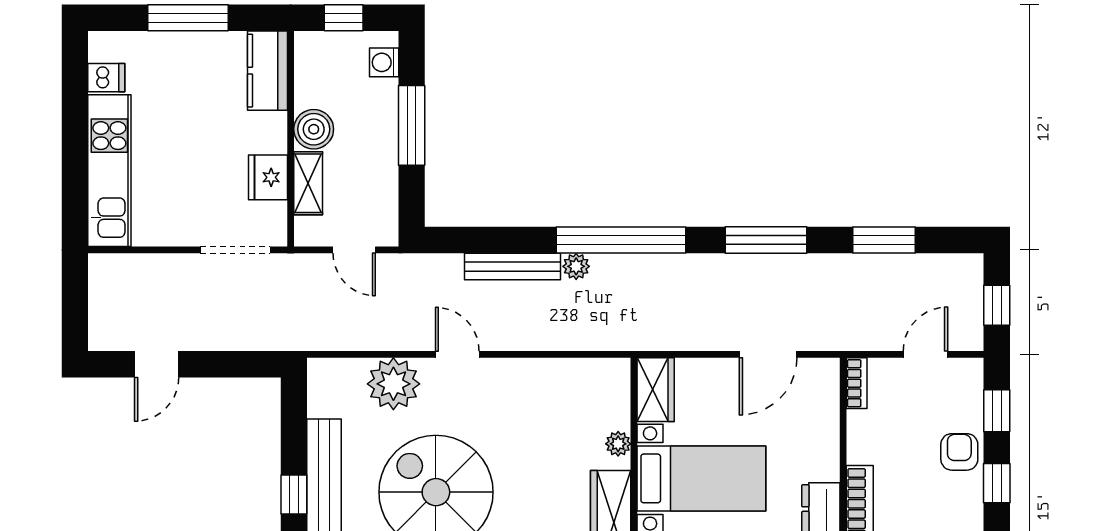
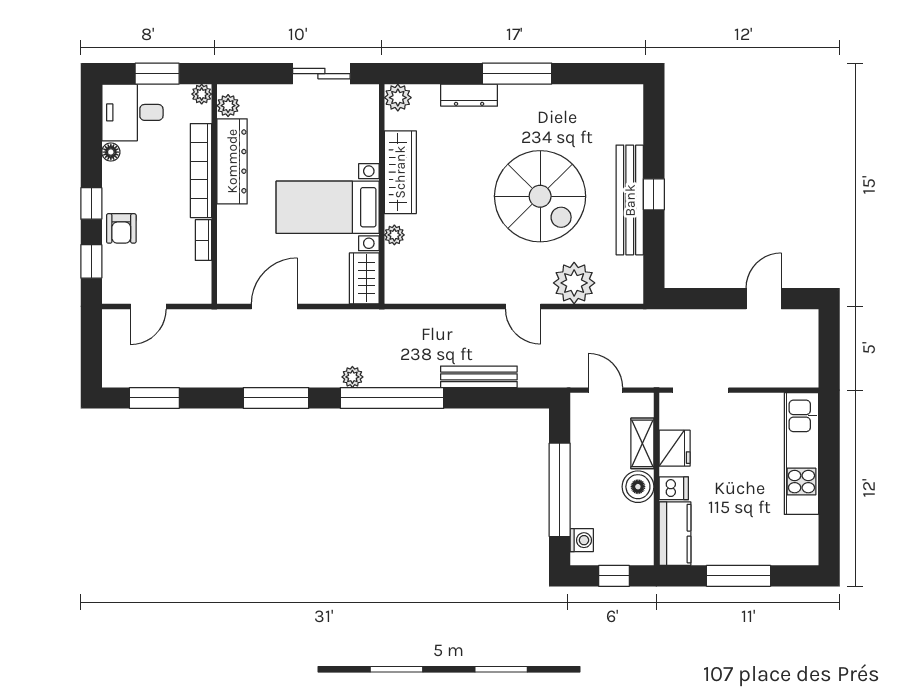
dishwasher: (106, 78) -> (674, 488), moved, turned 180
window: (412, 125) -> (560, 490), width x1.46
window: (884, 240) -> (154, 398), moved
plant: (576, 266) -> (352, 377), moved
window: (997, 305) -> (91, 346), removed
bookcase: (857, 383) -> (203, 240), moved

